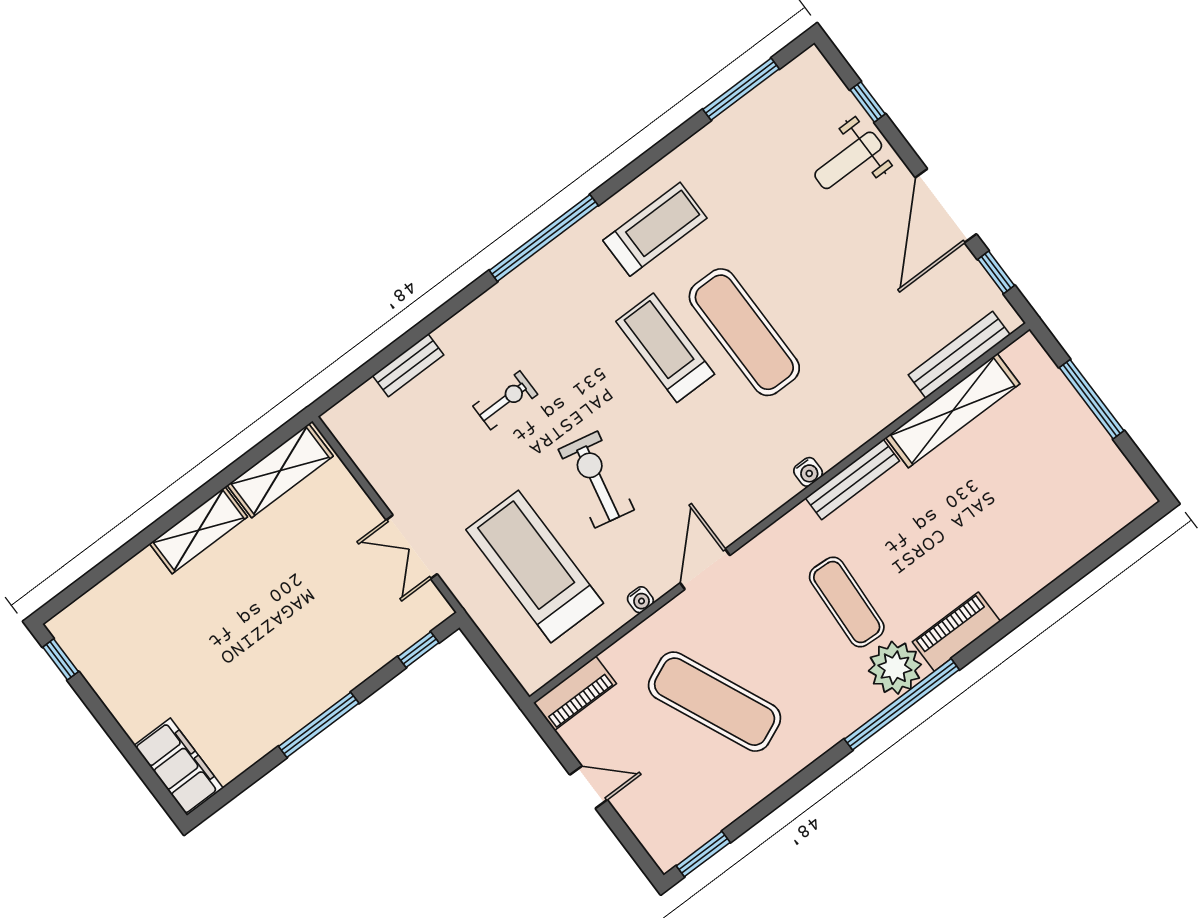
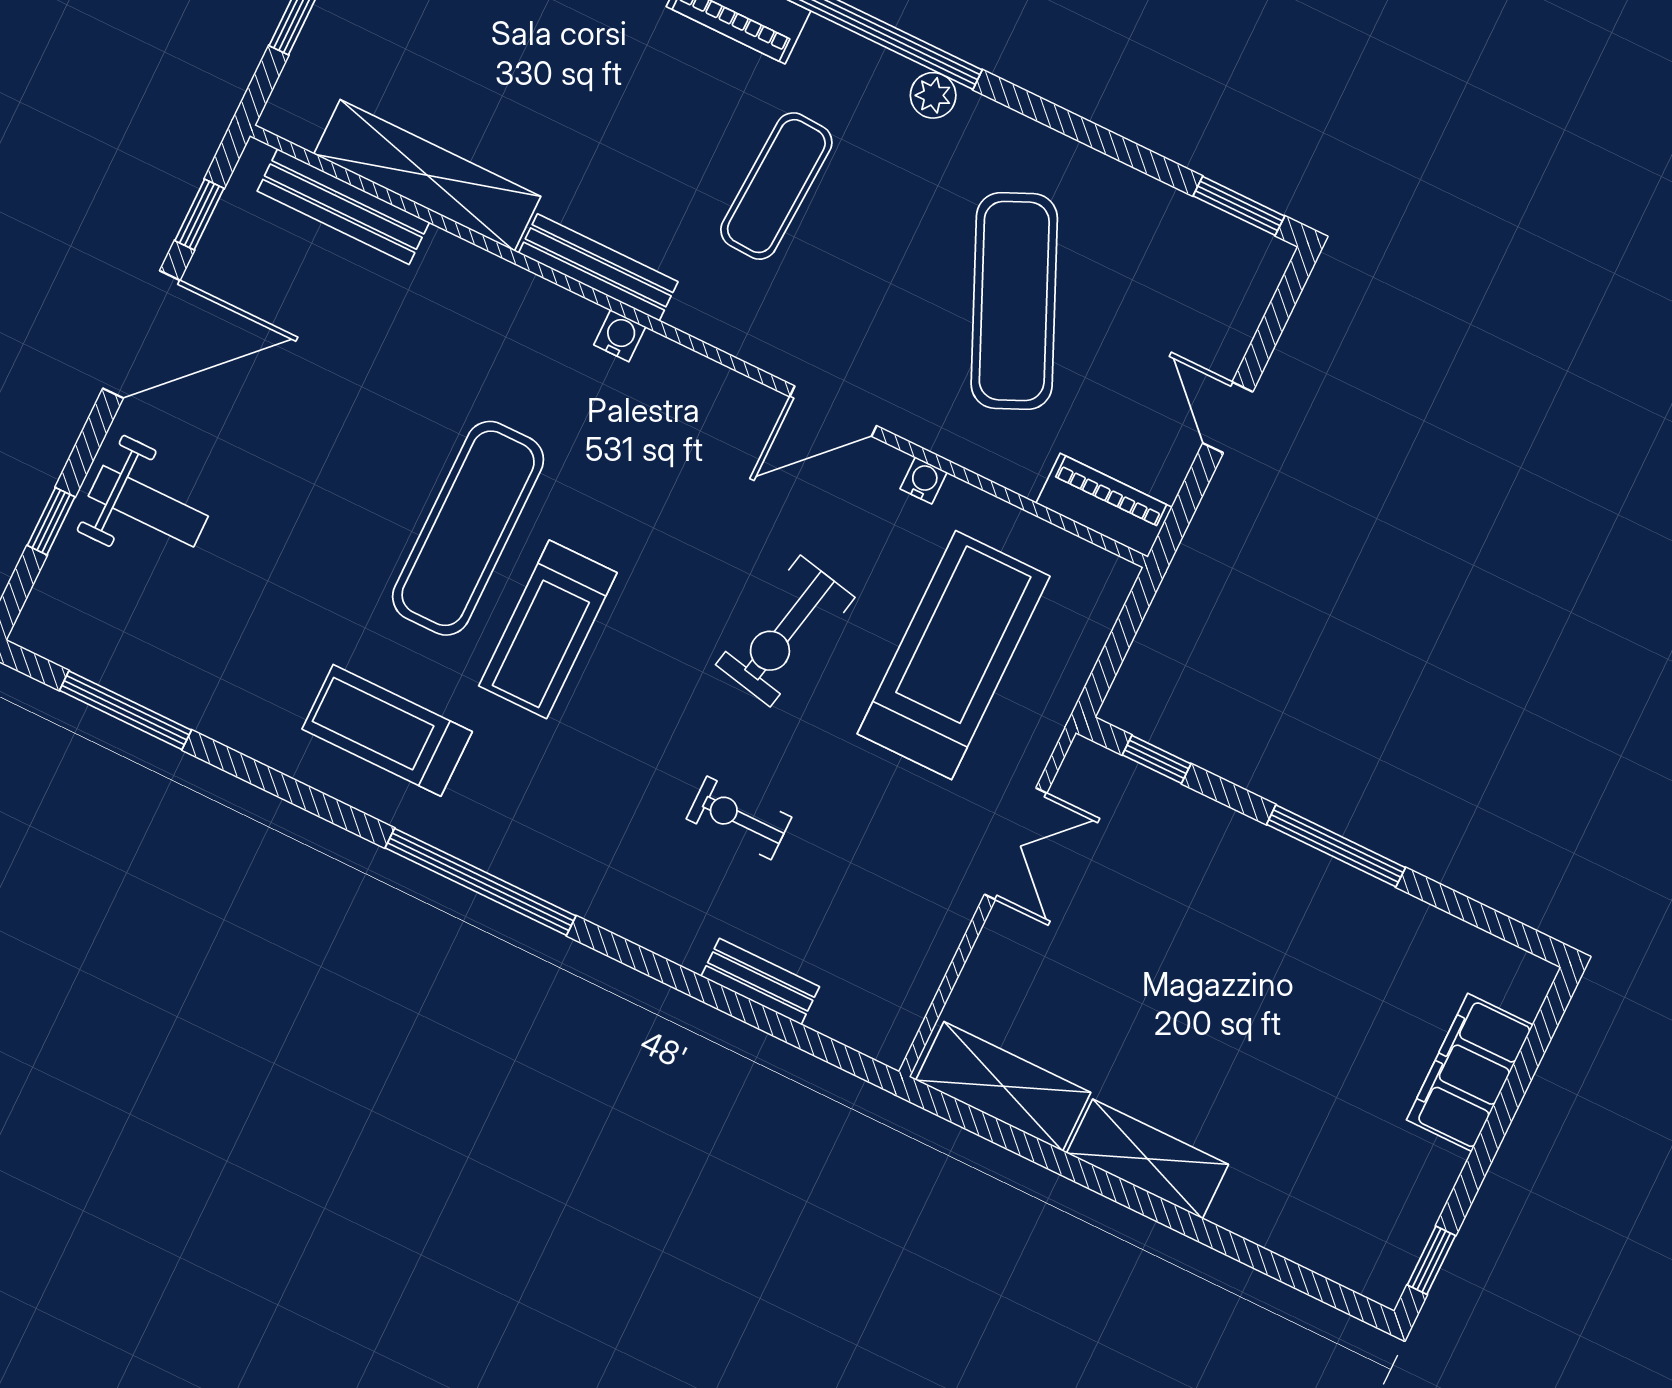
treadmill: (535, 566) -> (954, 655), turned 180
plant: (895, 668) -> (933, 95), moved, width x0.53, depth x0.53
filing cabinet: (179, 767) -> (1470, 1072), moved

